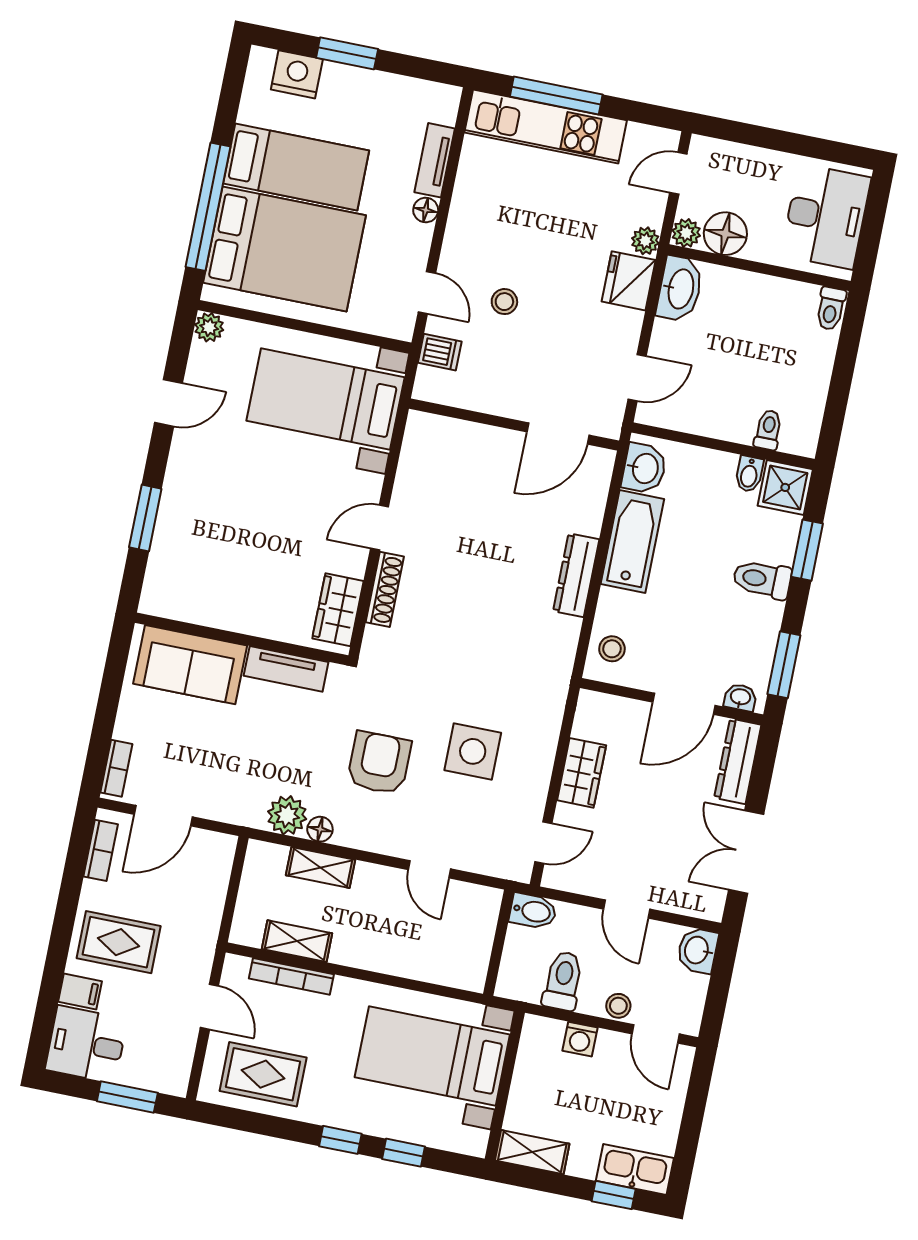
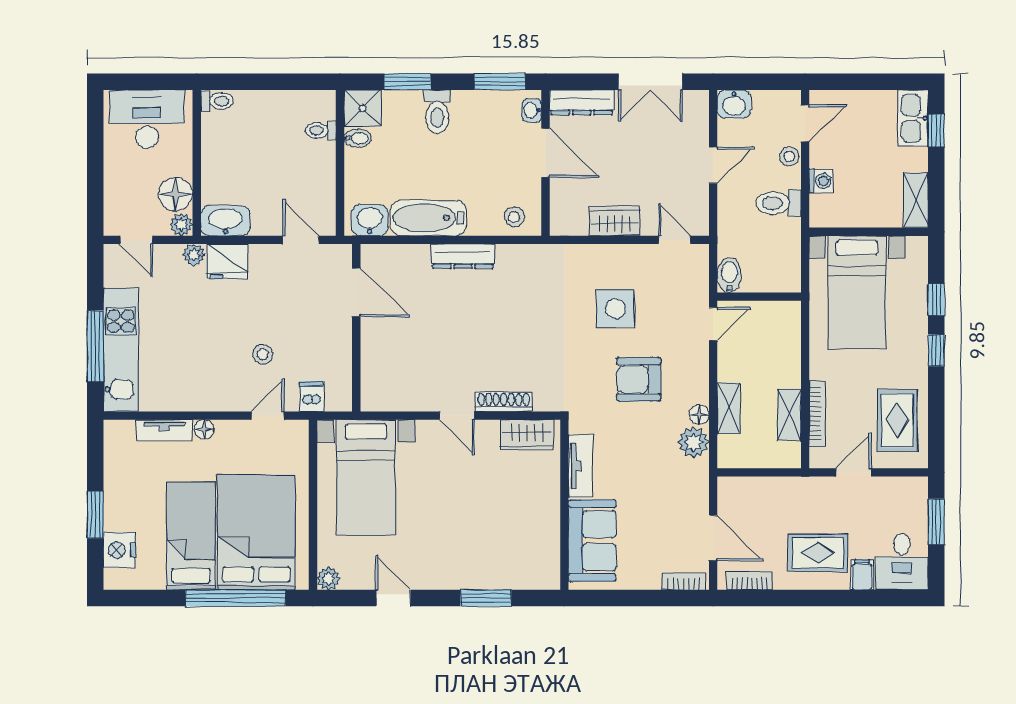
bidet: (533, 911) -> (729, 275), moved
rug: (119, 942) -> (818, 553), turned 90
wall: (499, 943) -> (759, 297), moved

